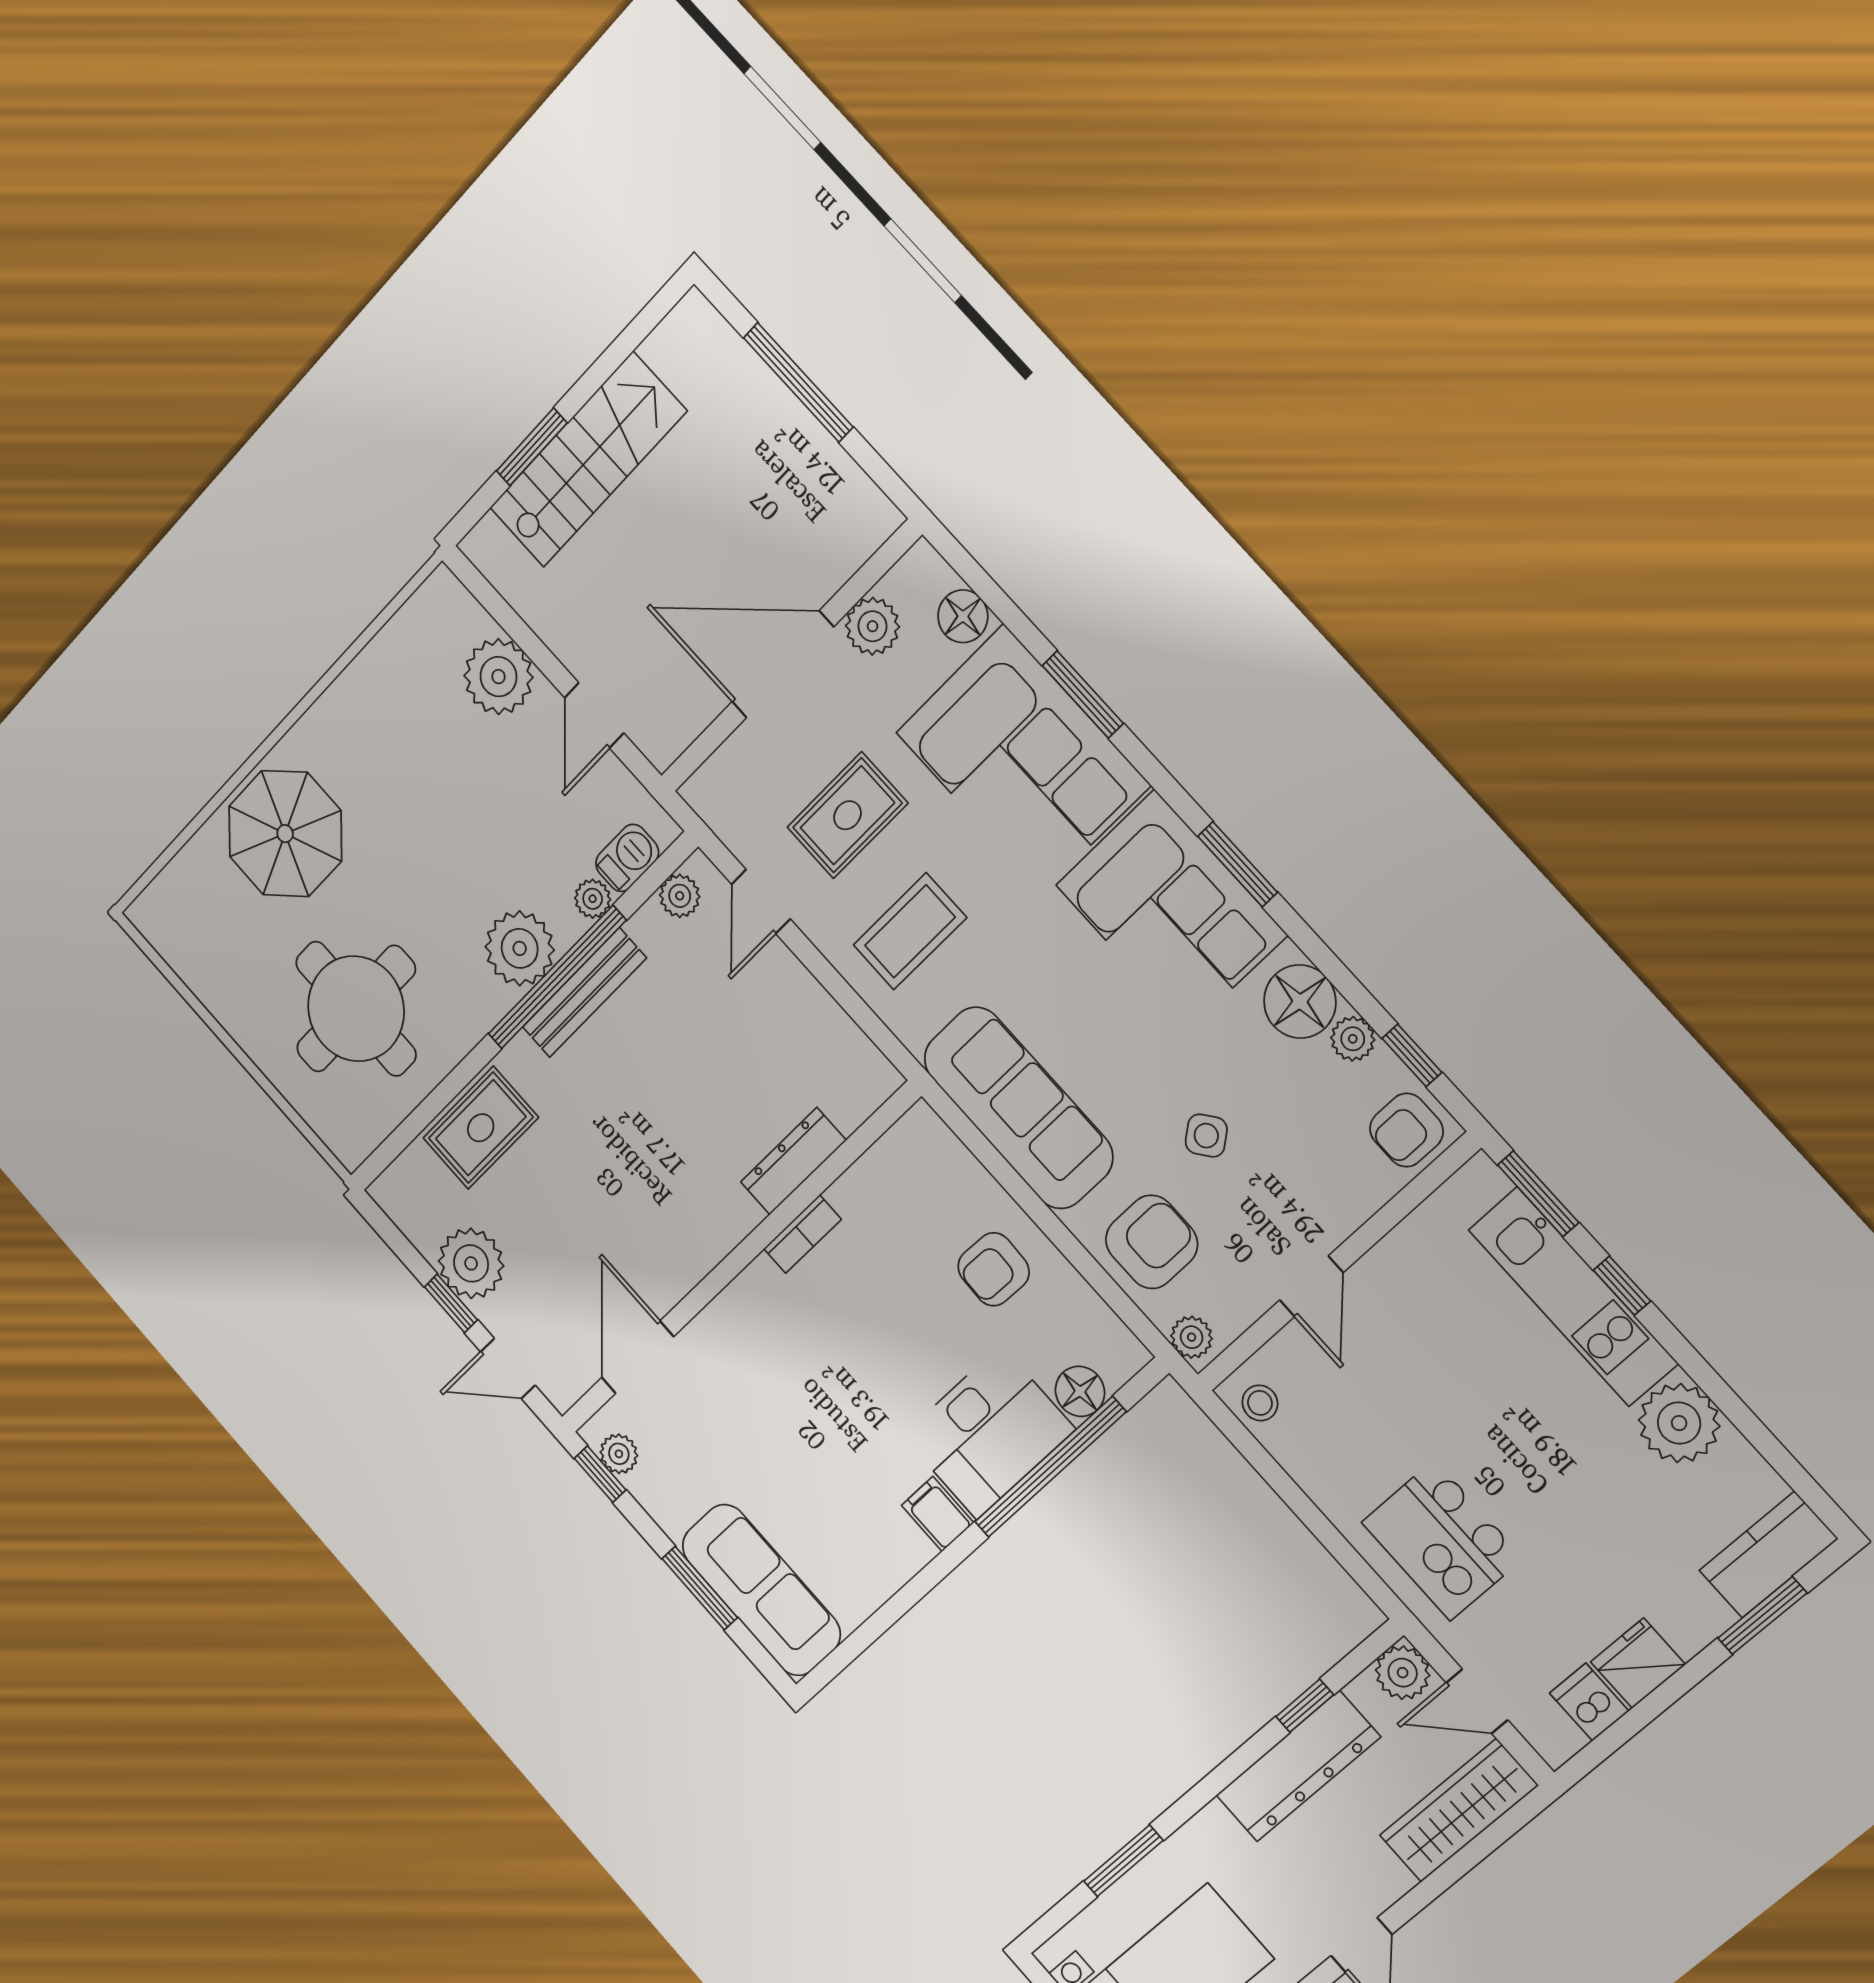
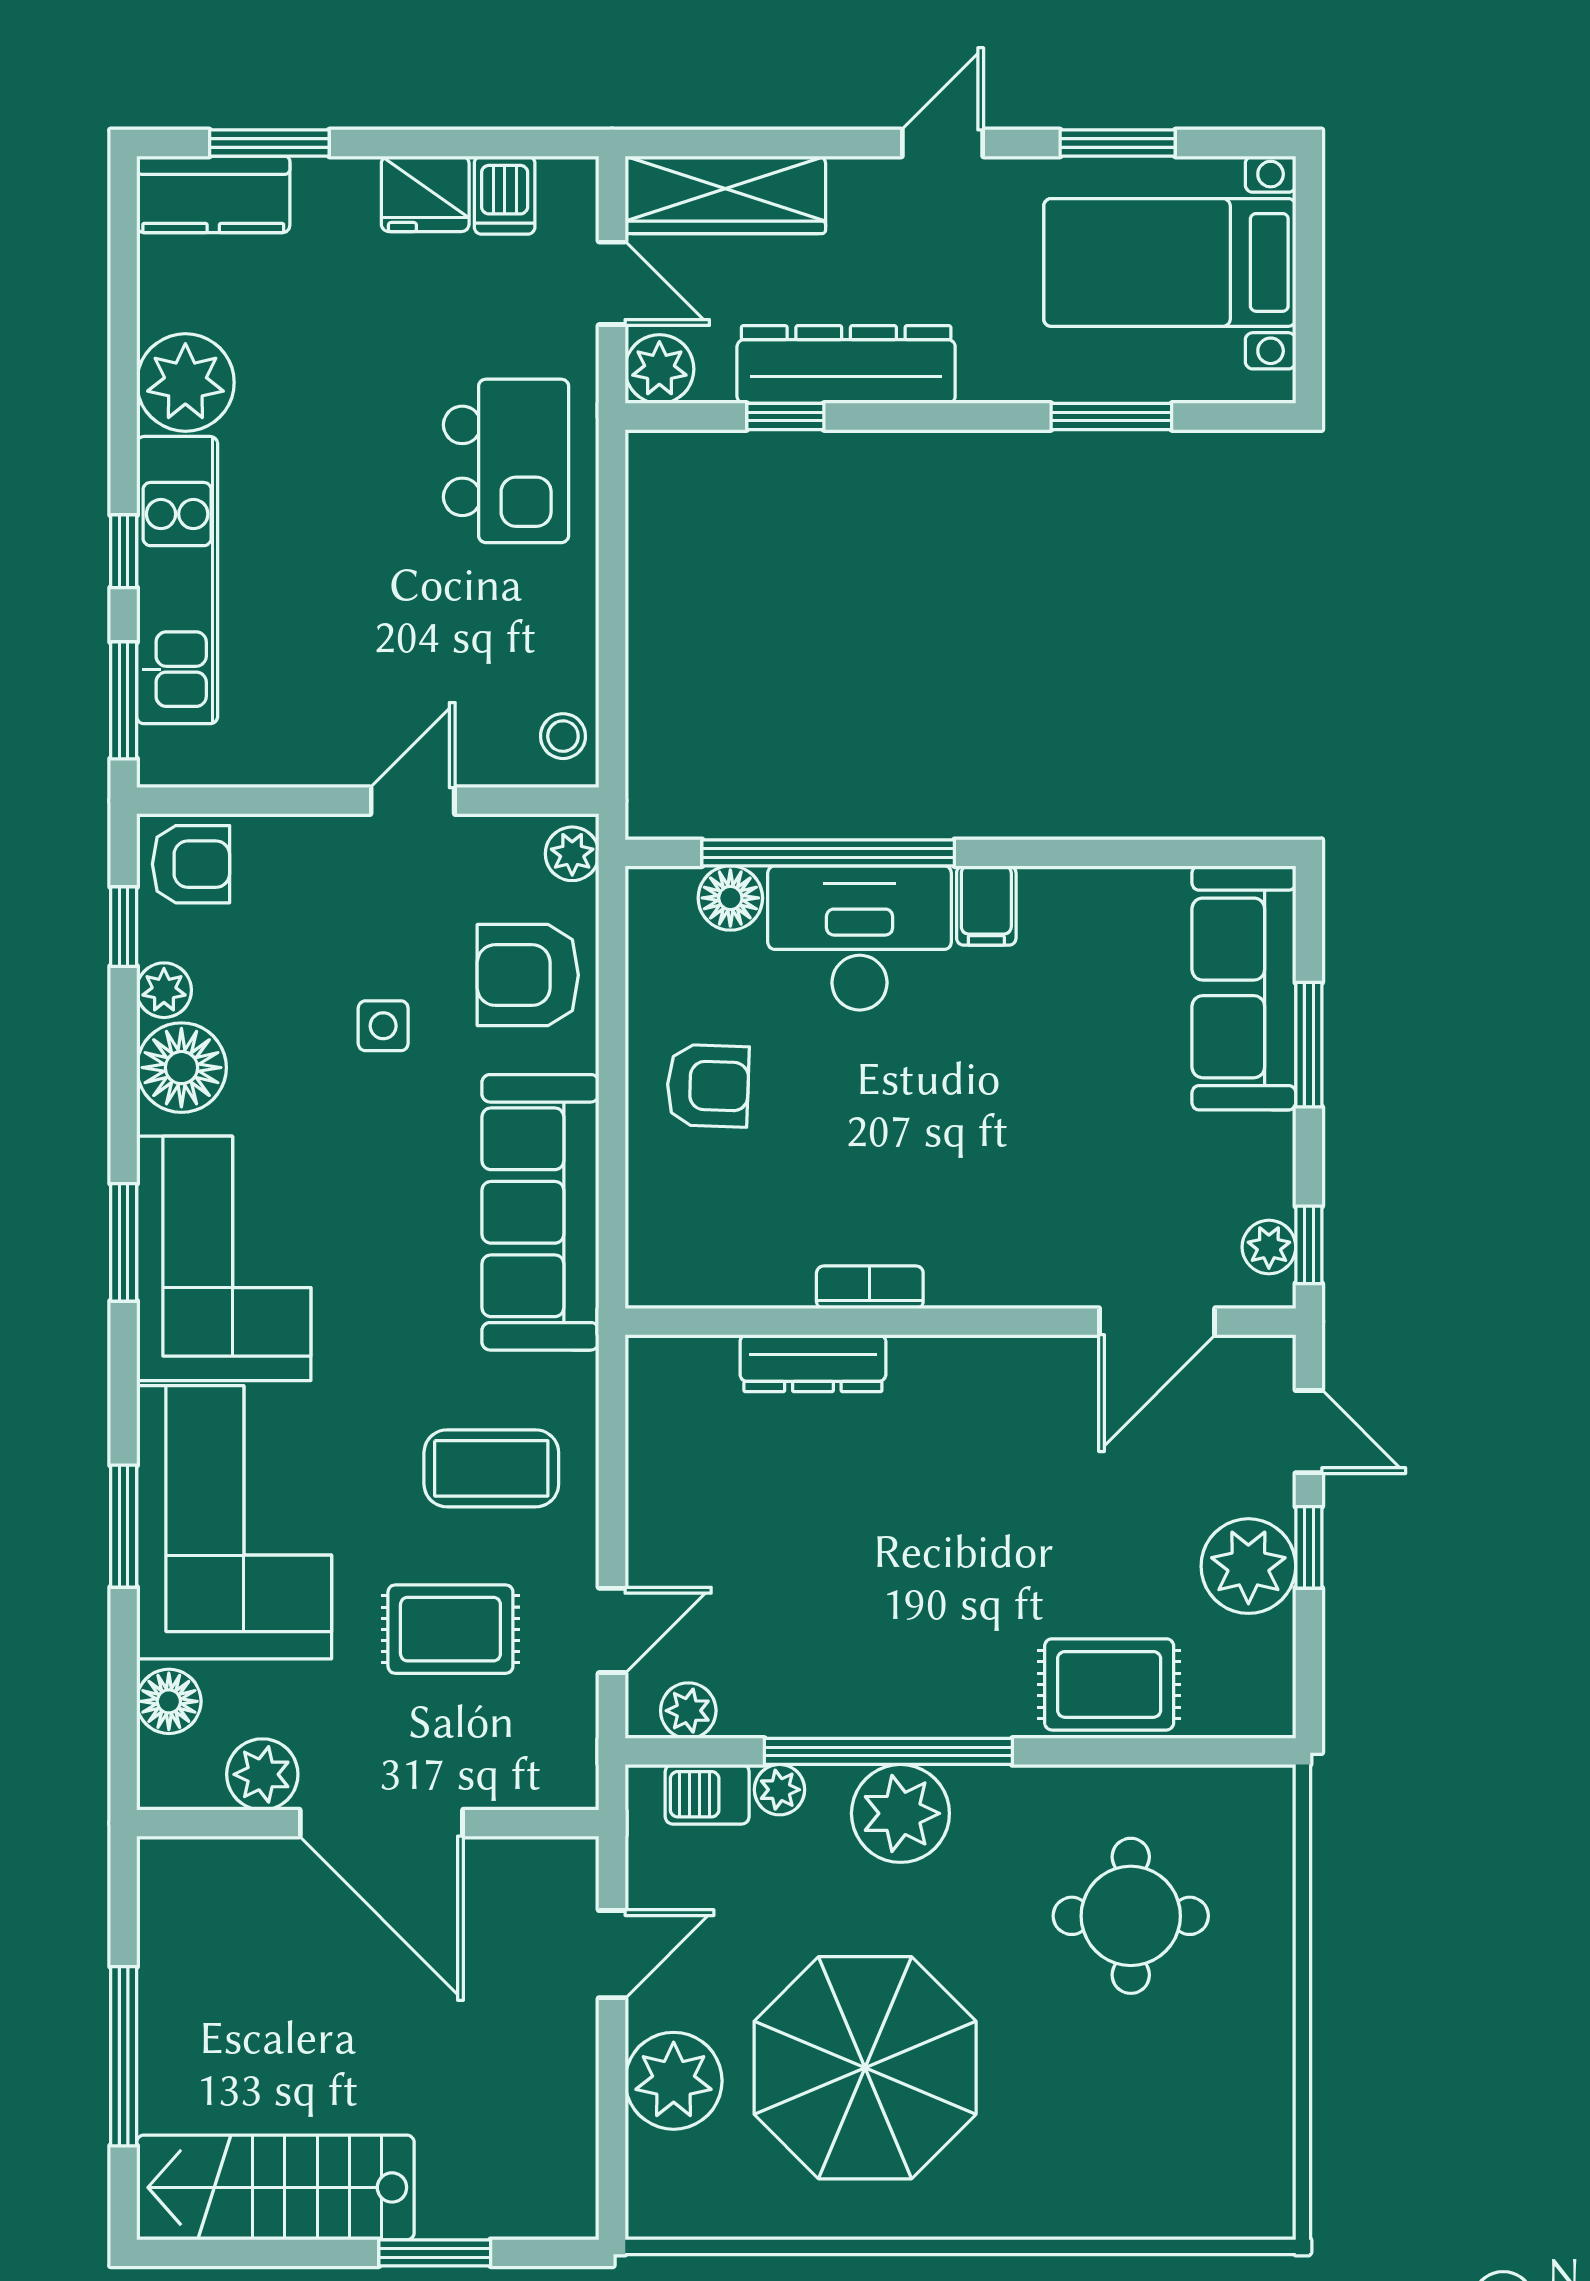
stairs: (588, 460) -> (275, 2187), moved
parasol: (285, 834) -> (865, 2068), moved, width x1.36, depth x1.36
bench: (584, 993) -> (874, 1711), removed
round table: (356, 1009) -> (1131, 1916), width x0.73, depth x0.73
side table: (1206, 1136) -> (383, 1026), turned 38

